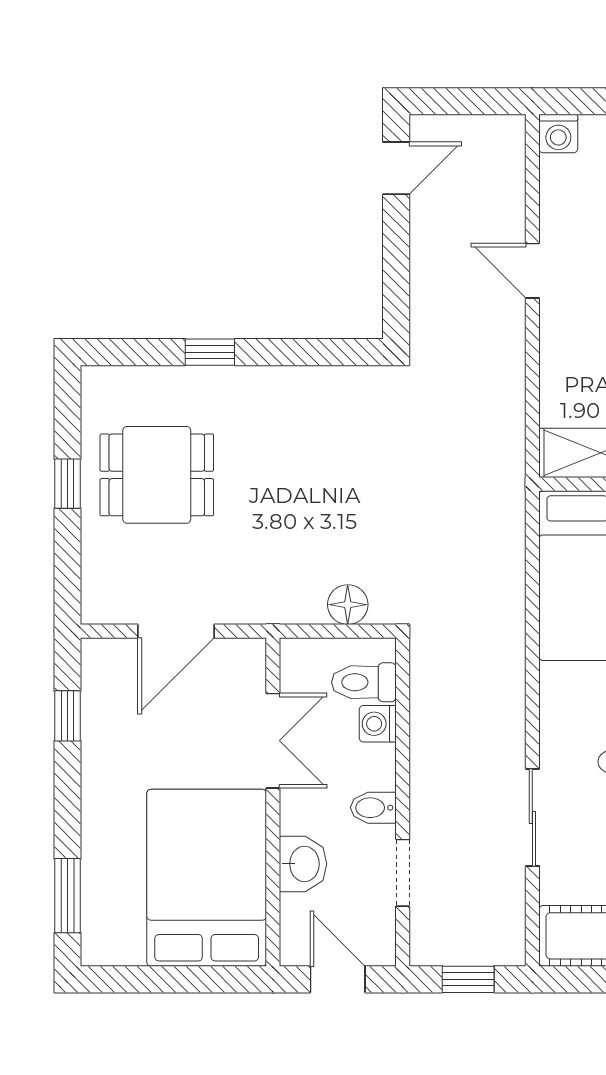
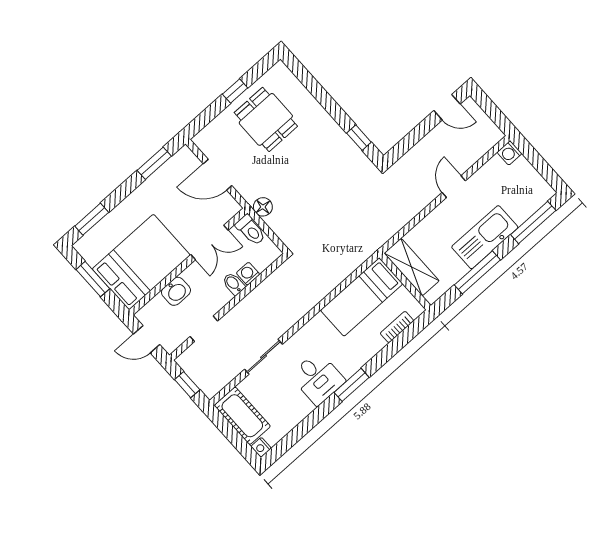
window: (210, 352) -> (359, 138), moved
floor lamp: (348, 605) -> (263, 207), moved
toilet: (364, 682) -> (251, 230), moved, turned 180
window: (67, 716) -> (154, 163), width x1.50
bidet: (373, 808) -> (234, 284), moved
window: (165, 979) -> (93, 279), added
door: (338, 979) -> (147, 339), swing flipped

